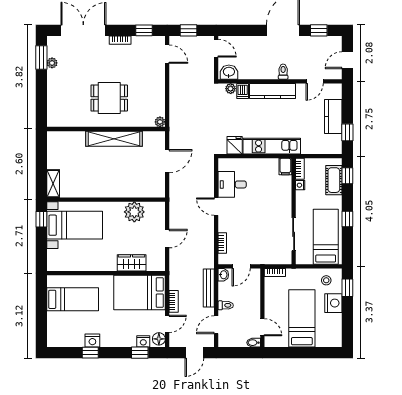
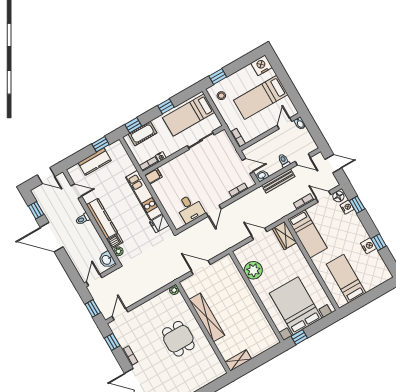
shelving: (53, 184) -> (238, 361), moved
bed with nightstands: (75, 225) -> (296, 306), width x1.36
wardrobe: (132, 263) -> (284, 236), moved
bed: (139, 292) -> (307, 234), width x0.67
nightstand: (333, 303) -> (261, 65), moved

